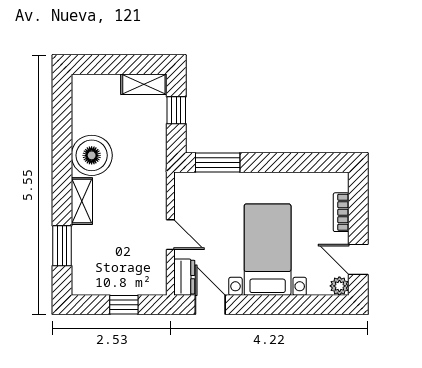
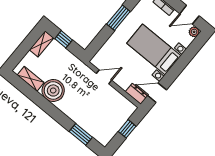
window: (218, 163) -> (118, 18), moved
shelving: (82, 201) -> (31, 79), moved
door: (170, 235) -> (104, 77), moved

